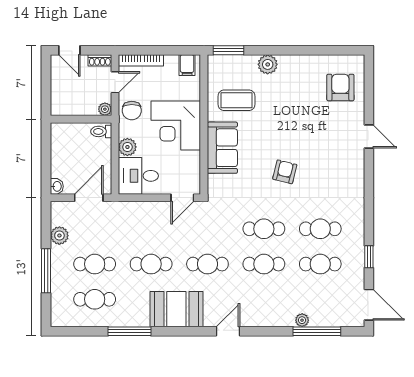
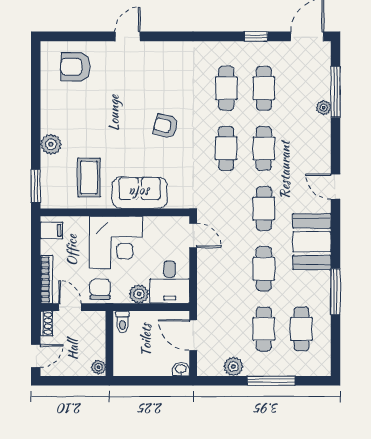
plant: (105, 109) -> (99, 367), moved
chair: (132, 111) -> (100, 289), turned -90

